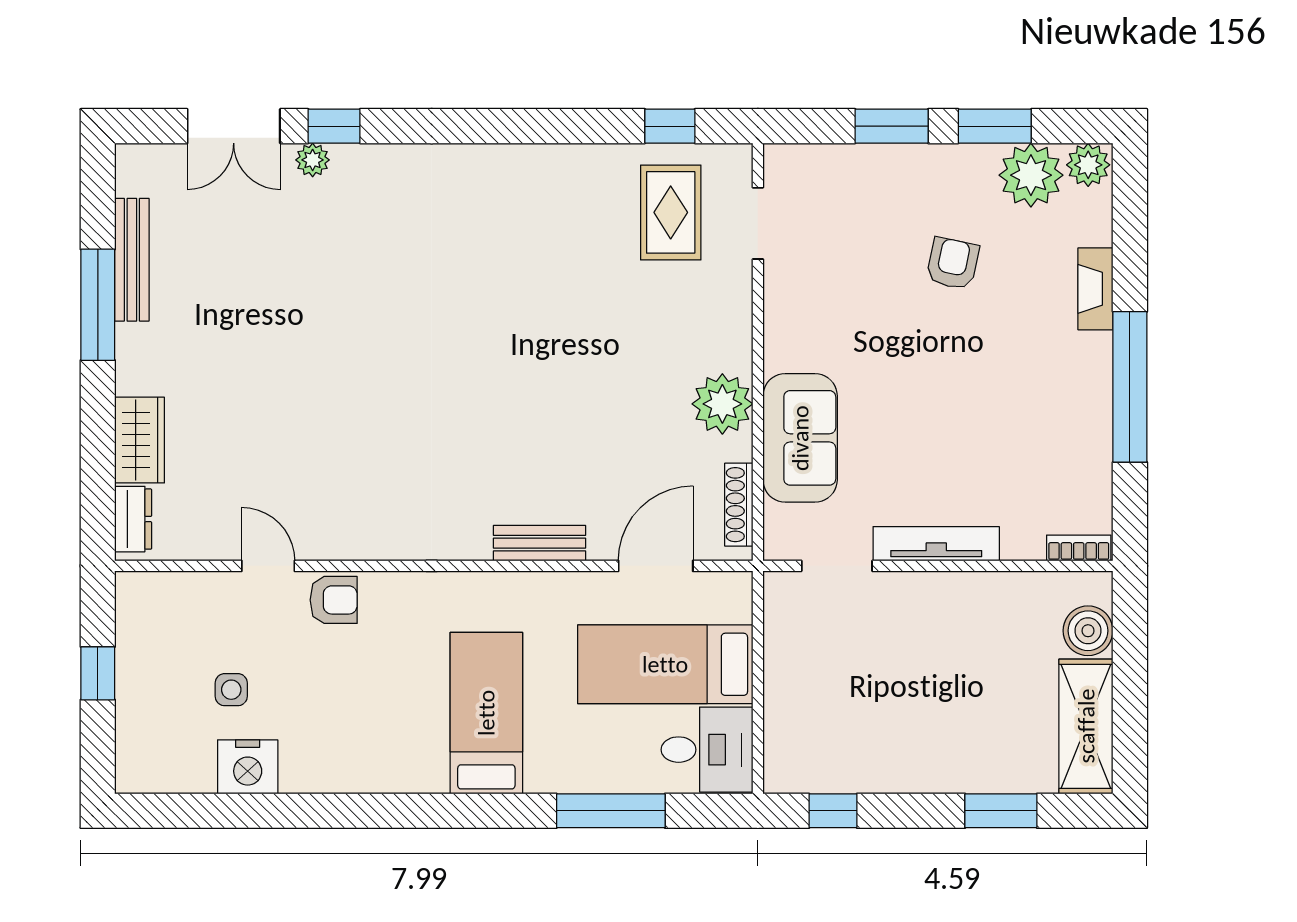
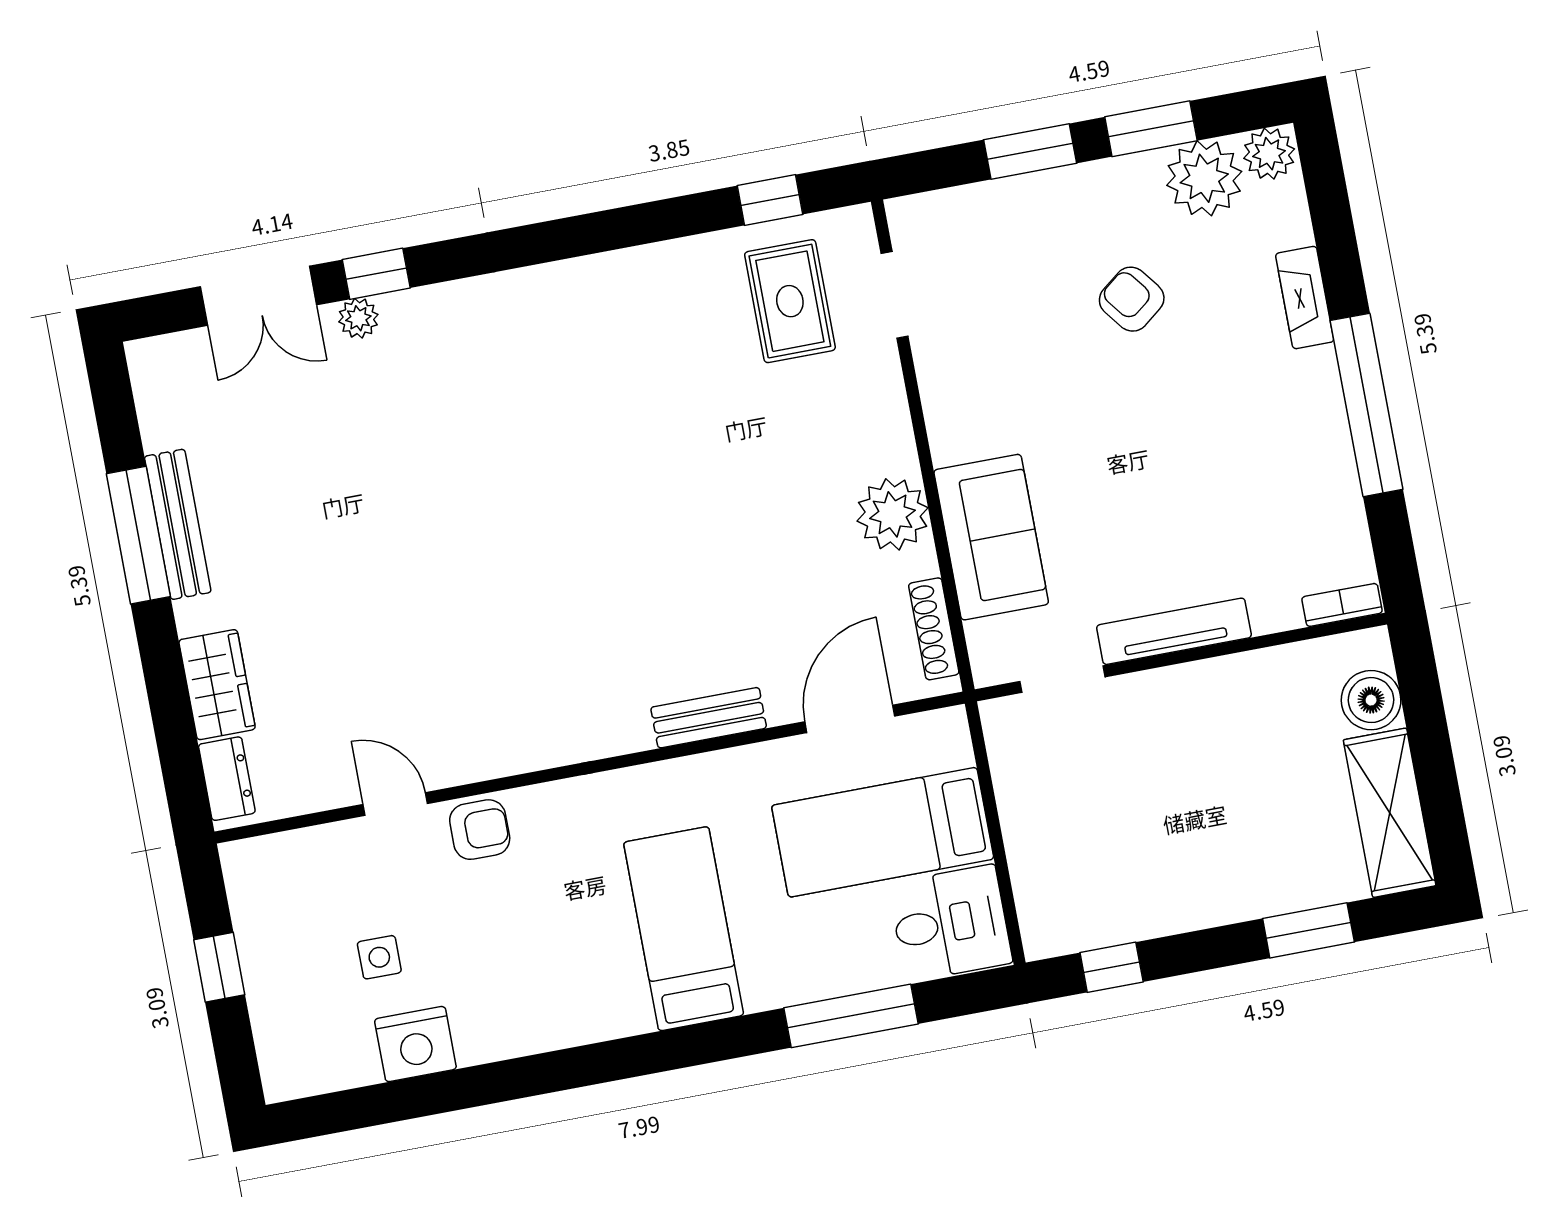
bench: (132, 260) -> (178, 524), moved
armchair: (953, 263) -> (1132, 299), turned -50

